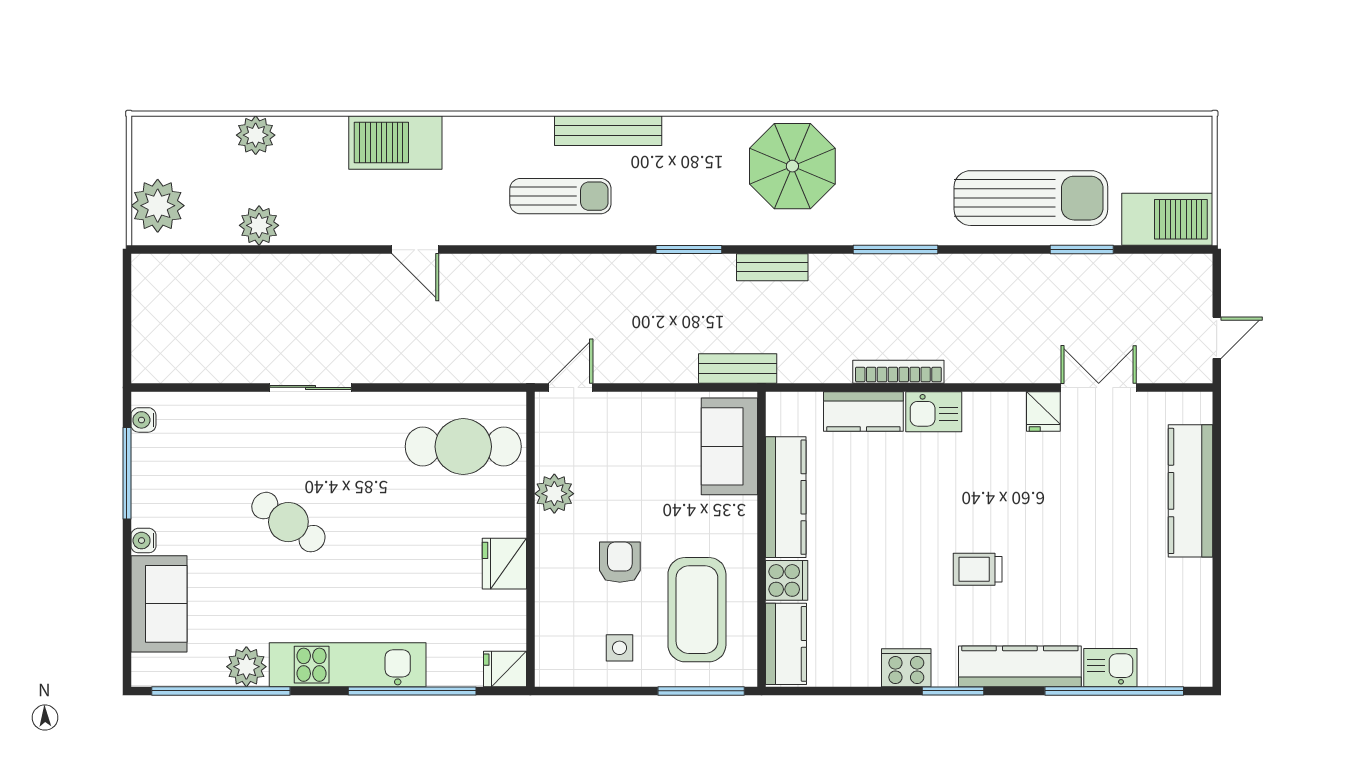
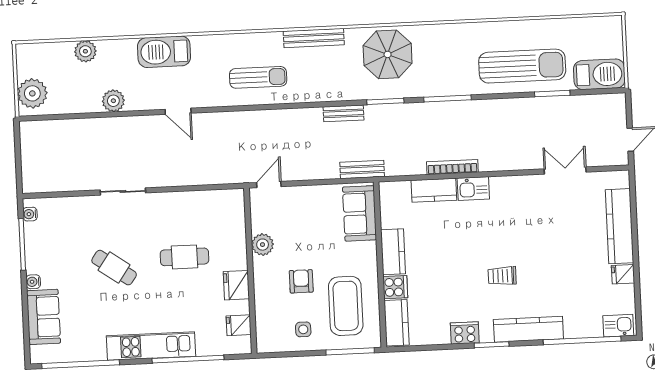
bench: (608, 131) -> (314, 38), moved
plant: (259, 225) -> (113, 101), moved
window: (689, 250) -> (385, 101), moved
bench: (772, 267) -> (343, 113), moved
fridge: (1043, 411) -> (623, 274), moved, turned 90
cafe table: (463, 447) -> (185, 257), moved, width x0.73, depth x0.74
kitchen counter: (786, 497) -> (393, 252), width x0.67
plant: (246, 667) -> (94, 350), removed
kitchen sink: (1110, 668) -> (618, 326), moved
fridge: (505, 669) -> (239, 325), moved

